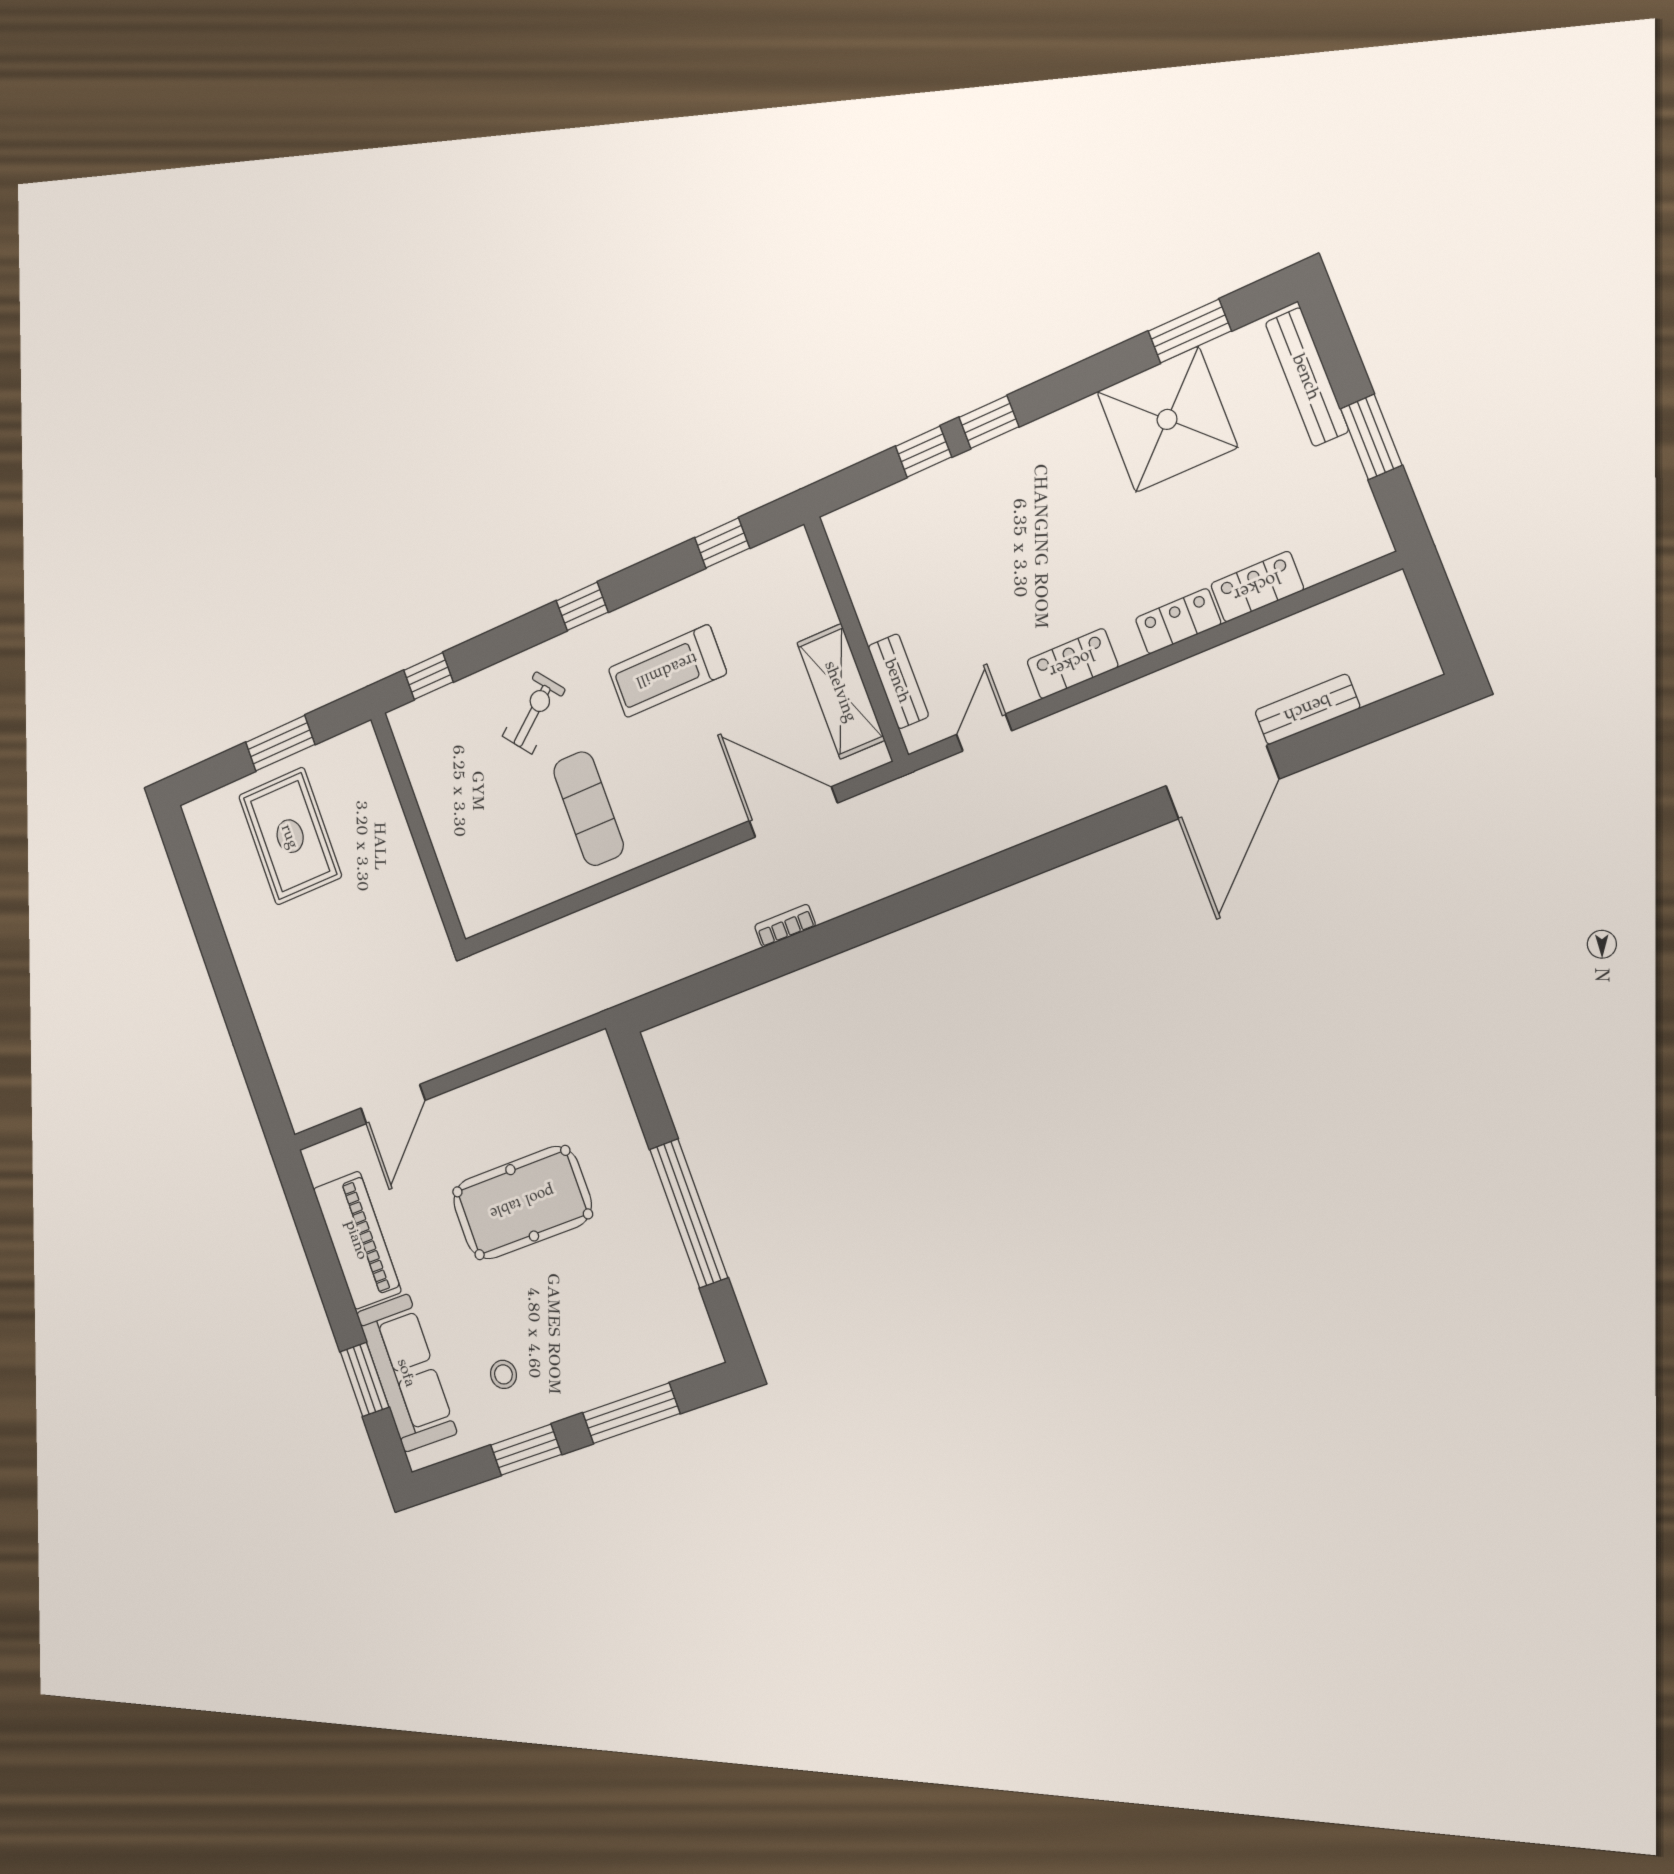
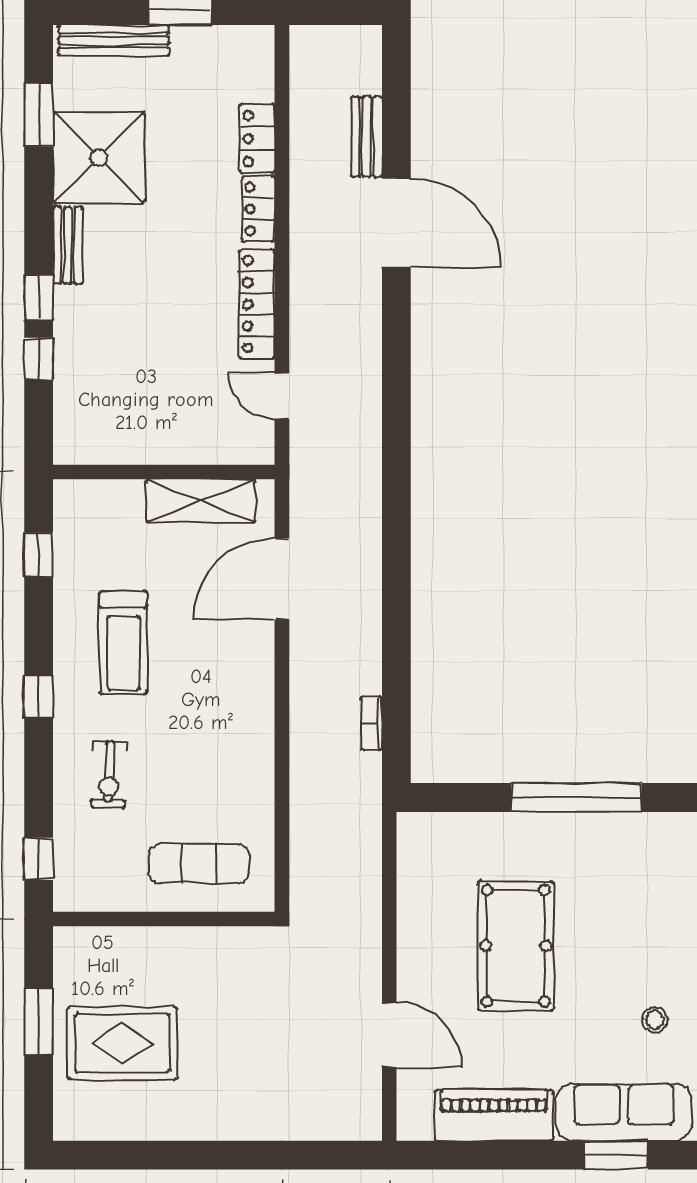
locker: (1072, 664) -> (257, 304), width x1.53
bench: (898, 681) -> (68, 245), moved, turned 90
exercise bike: (534, 713) -> (109, 775), turned -139
exercise mat: (589, 809) -> (199, 864), moved
bookcase: (785, 926) -> (371, 723), moved

